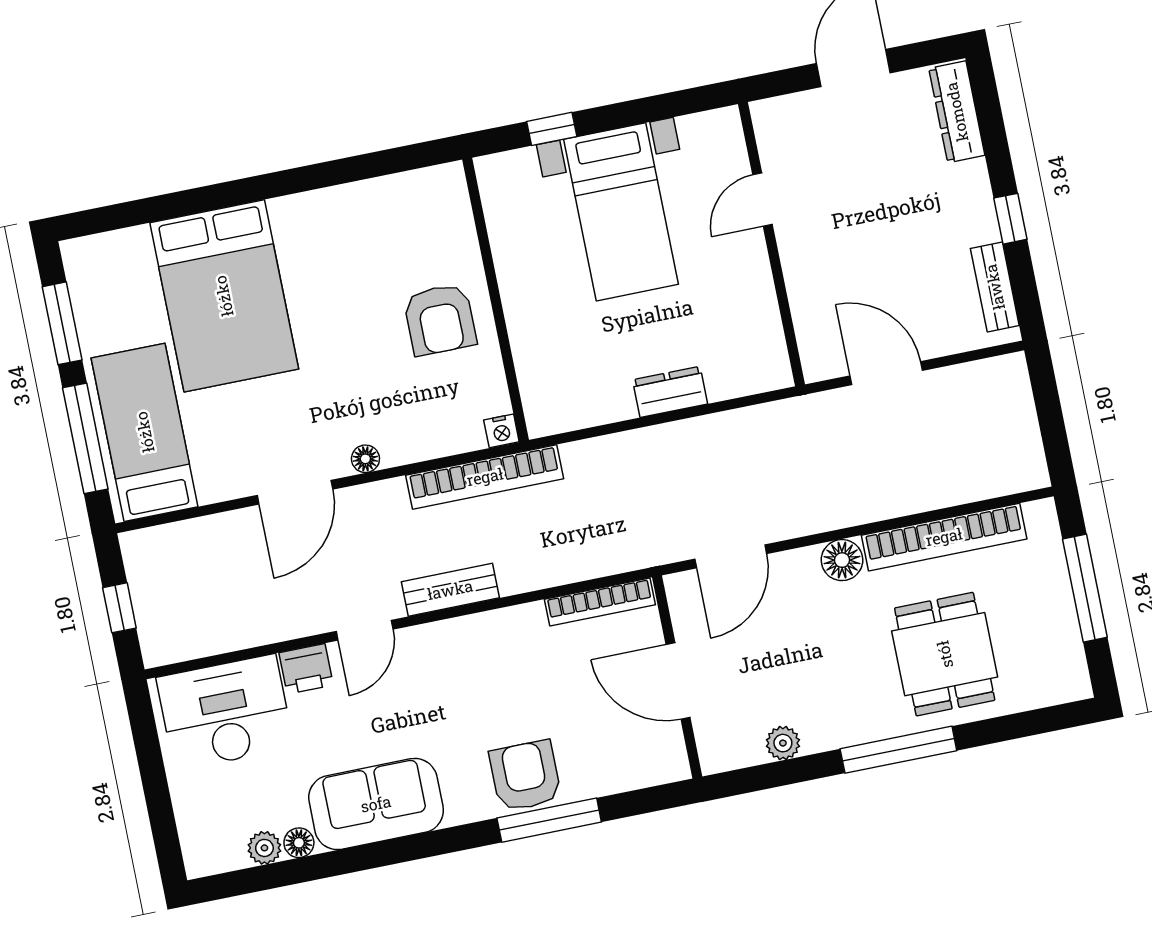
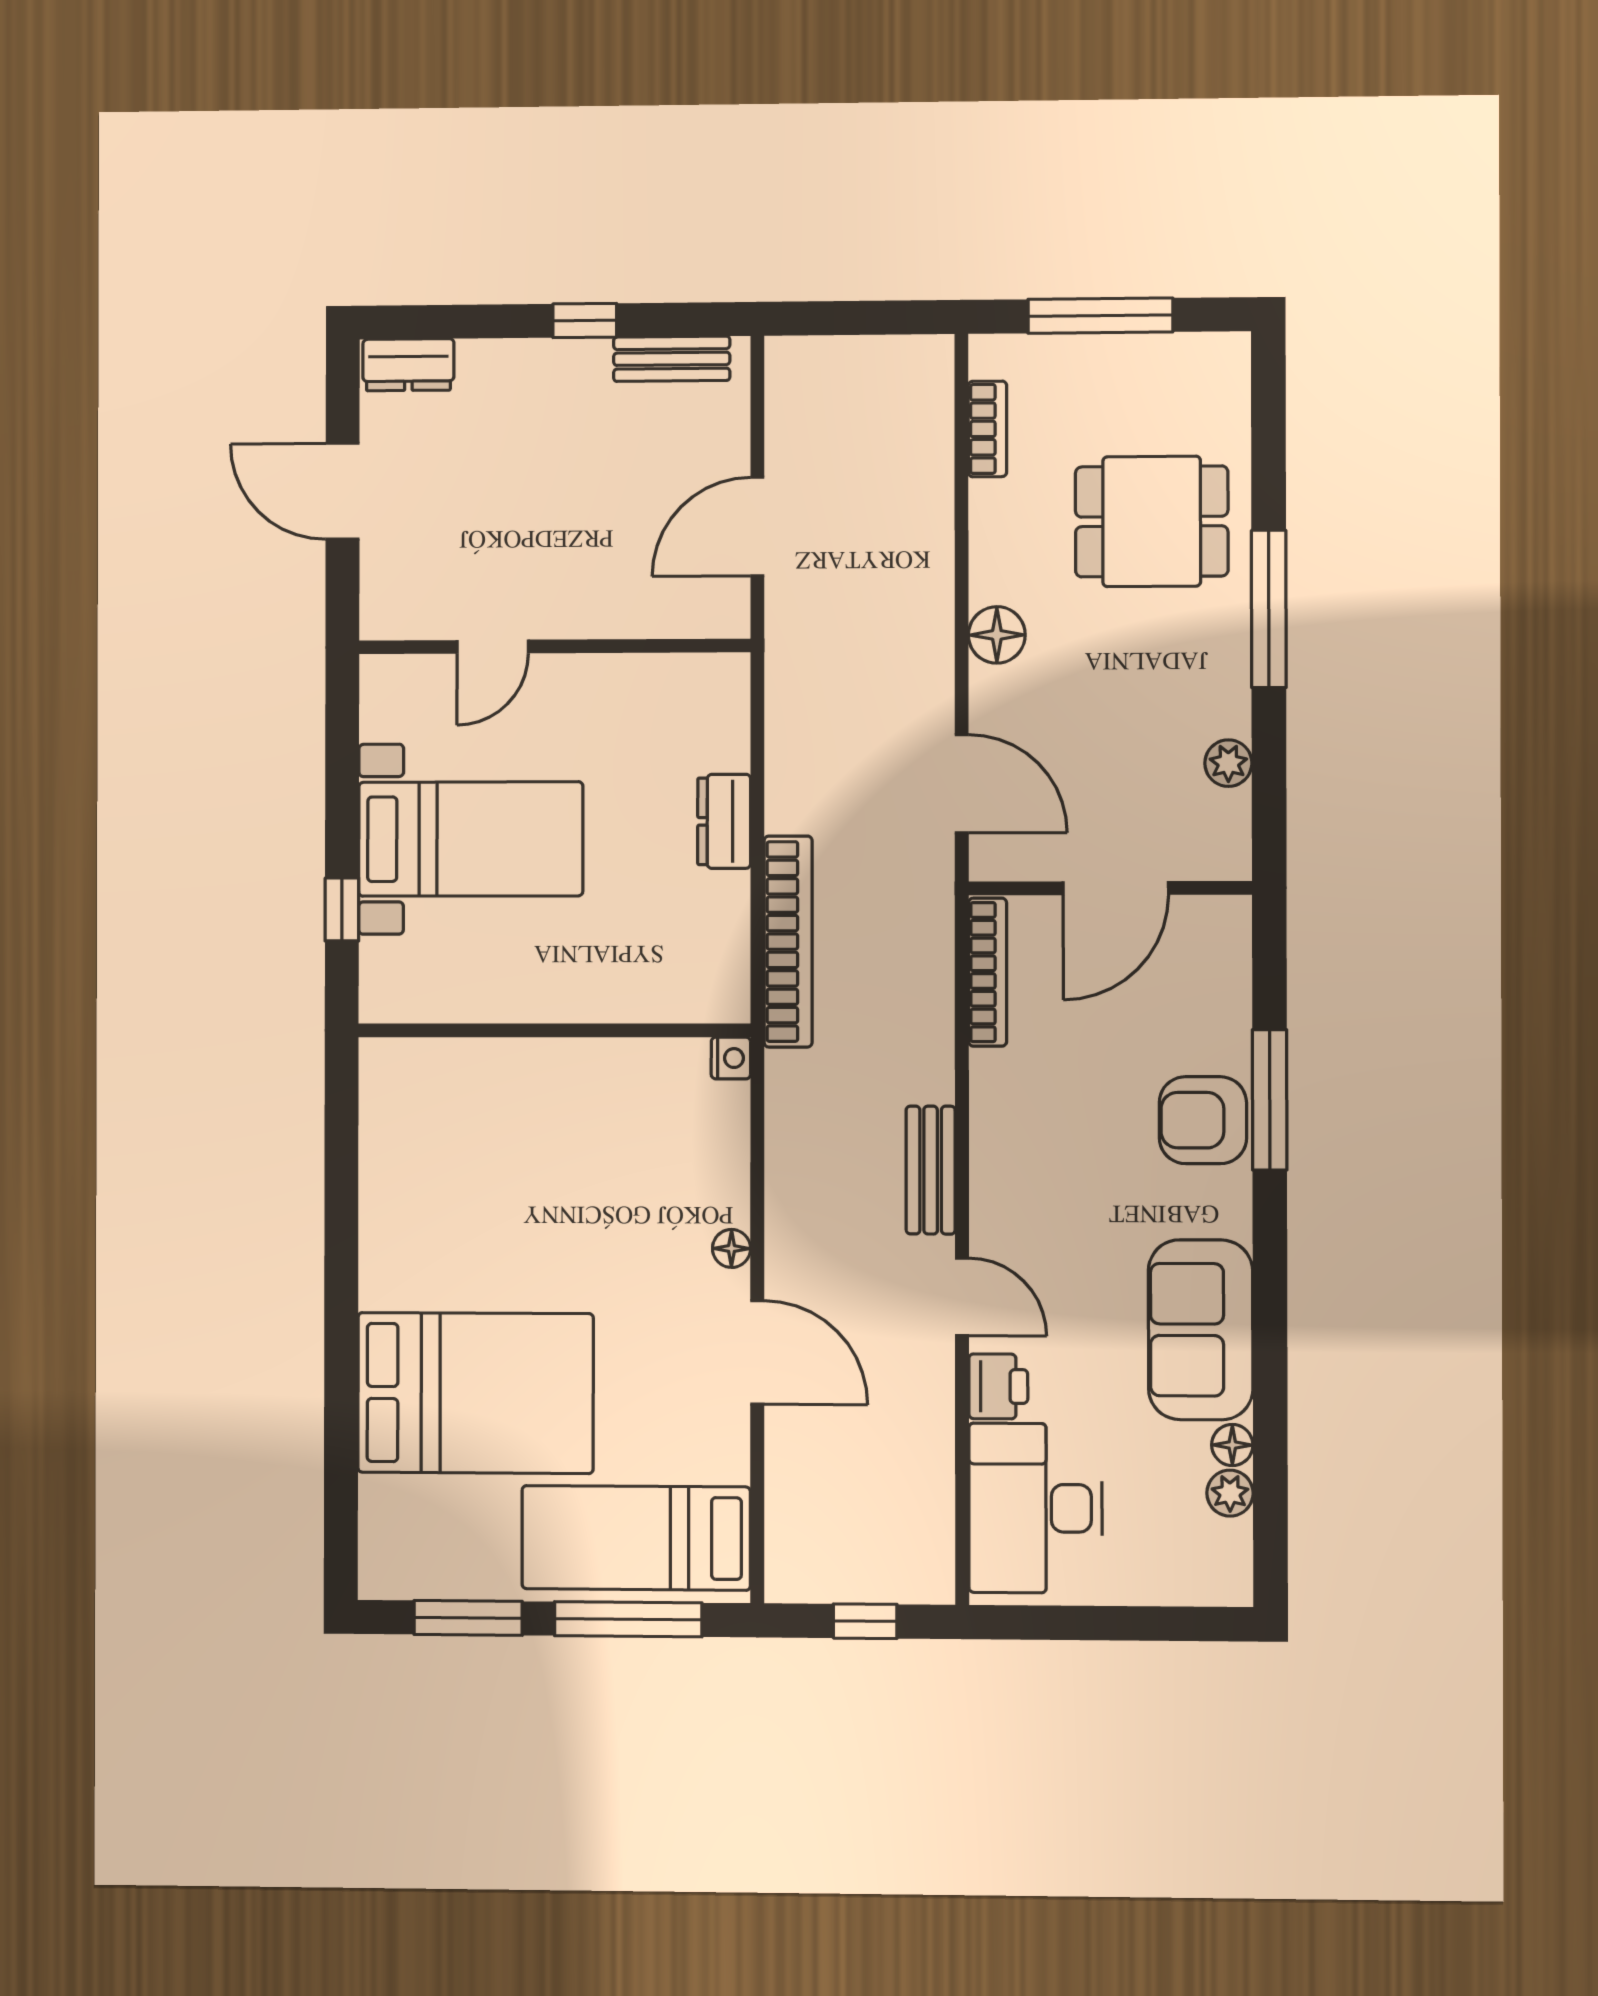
dresser: (957, 112) -> (408, 365), width x0.70
door: (762, 200) -> (493, 647), hinge flipped
armchair: (440, 320) -> (565, 1110), removed
bookcase: (485, 477) -> (788, 941), moved
bookcase: (944, 537) -> (987, 429), width x0.43, depth x0.76

